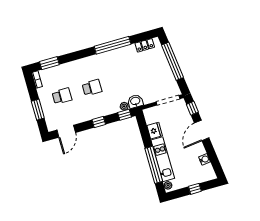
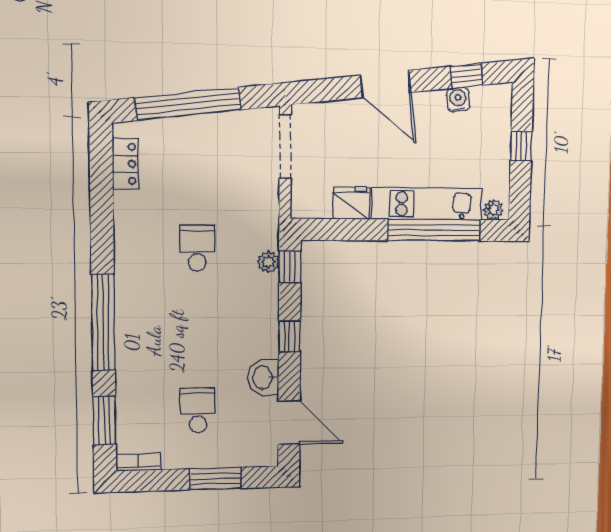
window: (113, 45) -> (103, 322), moved
school desk: (92, 88) -> (197, 248), moved
washbasin: (135, 101) -> (263, 378), moved
window: (192, 108) -> (467, 76), moved

